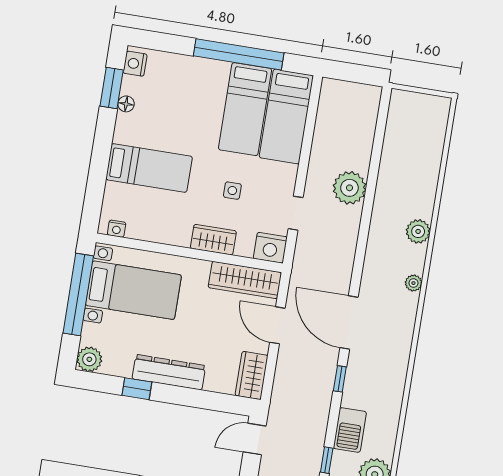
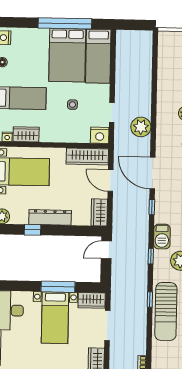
bed: (245, 109) -> (67, 55), width x1.50
plant: (349, 188) -> (141, 127), moved
wardrobe: (213, 240) -> (26, 134), moved

